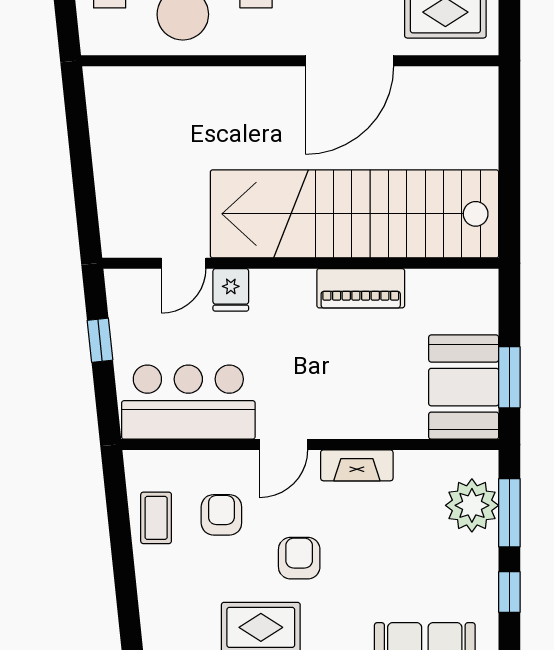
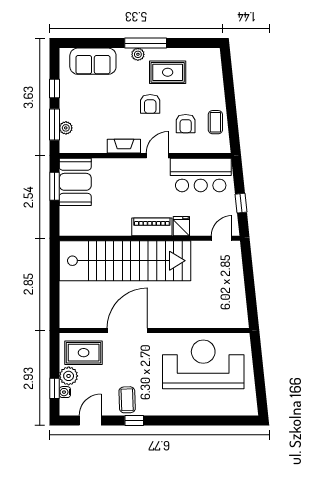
door: (184, 263) -> (222, 238), moved
piano: (361, 288) -> (152, 227), moved
plant: (472, 505) -> (66, 128), width x0.53, depth x0.53

